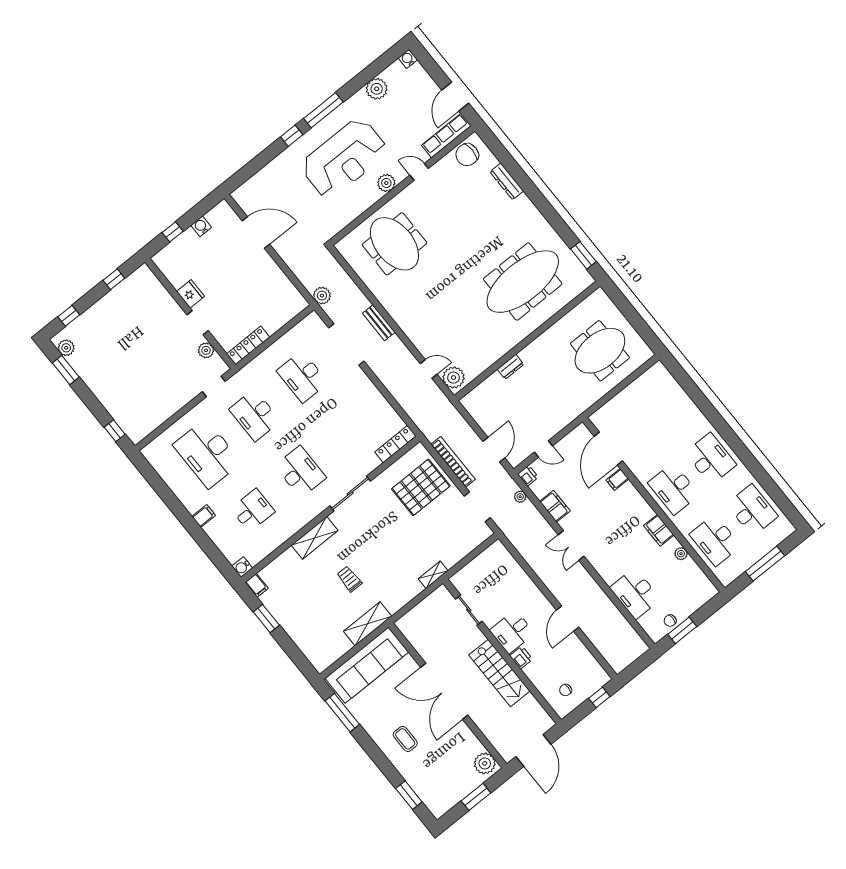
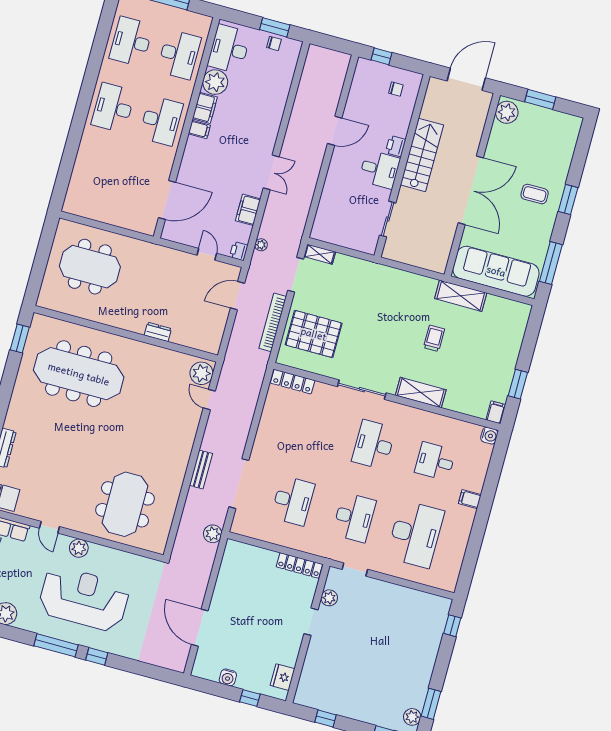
fridge: (190, 294) -> (283, 677), moved
filing cabinet: (617, 479) -> (199, 129), moved
plant: (681, 554) -> (215, 82), width x1.88, depth x1.88
shelving: (433, 575) -> (320, 254), moved
trolley: (349, 579) -> (434, 338), turned 180
desk: (635, 594) -> (229, 49), moved, turned 180
coffee table: (405, 739) -> (535, 194), turned 90
window: (409, 795) -> (568, 199), moved

